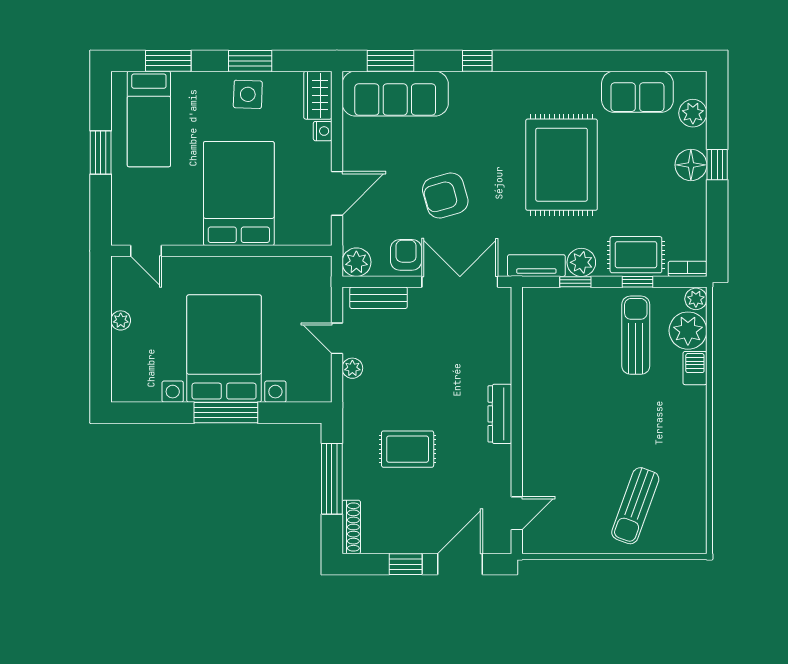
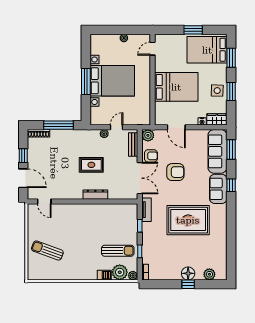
sofa: (637, 92) -> (218, 189), moved
bed: (149, 119) -> (207, 50), width x1.50
armchair: (445, 195) -> (175, 172), turned 106
rug: (636, 255) -> (151, 251), removed
plant: (581, 262) -> (148, 228), removed
dresser: (500, 414) -> (95, 195), moved
rug: (408, 449) -> (91, 165), moved, turned 90

